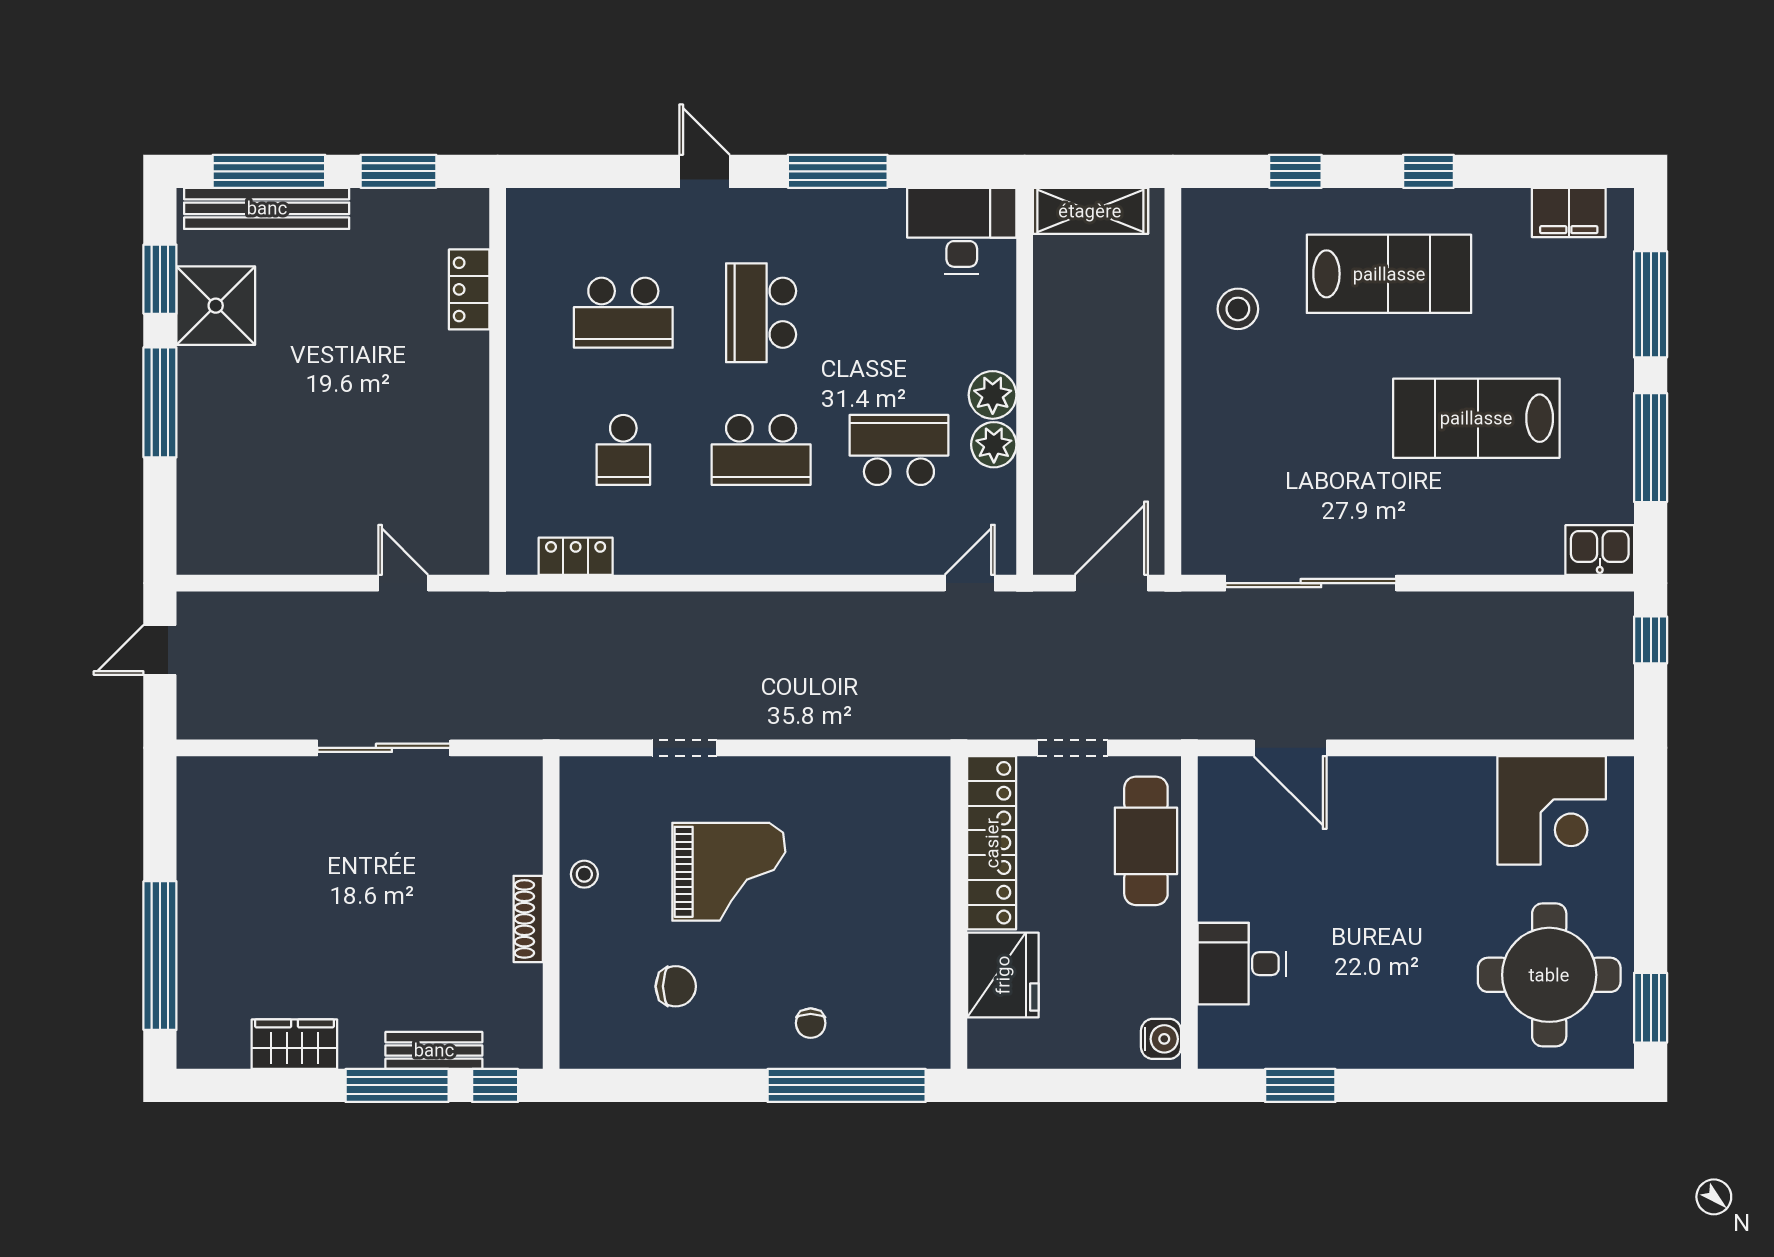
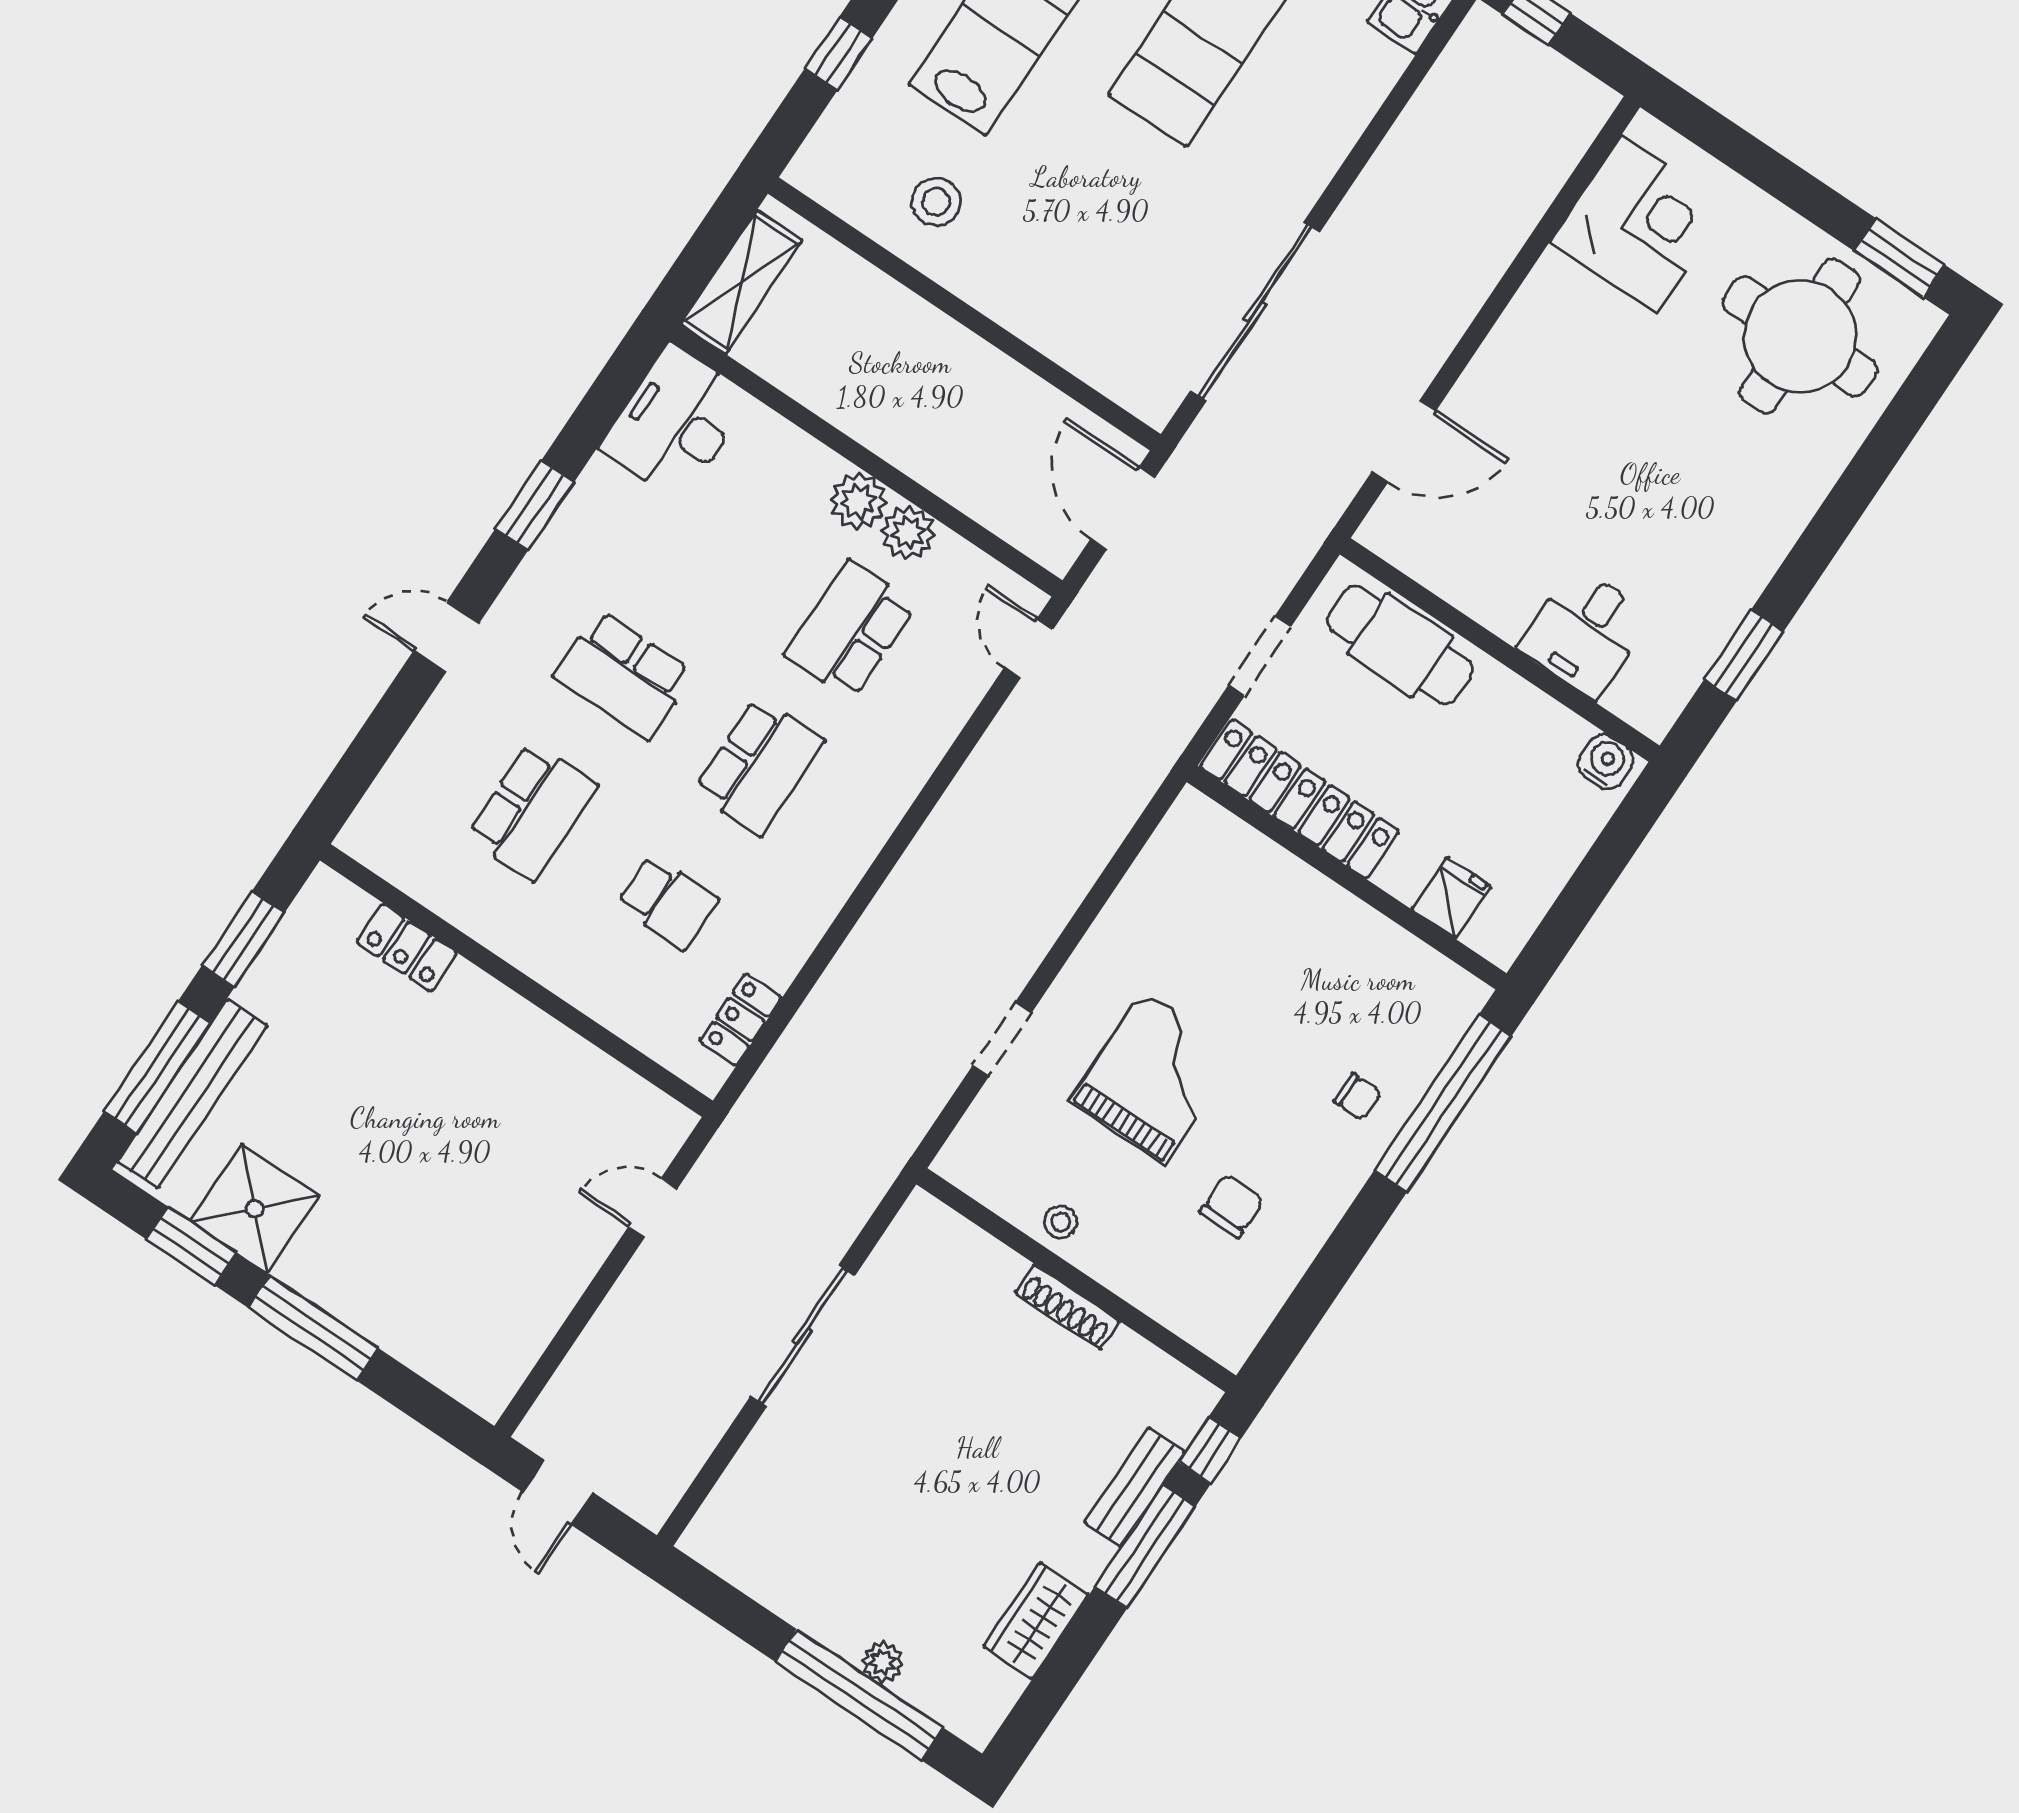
window: (838, 171) -> (535, 505), width x0.69
plant: (194, 957) -> (883, 1662), added
fridge: (1003, 975) -> (1451, 898), width x0.53, depth x0.75

